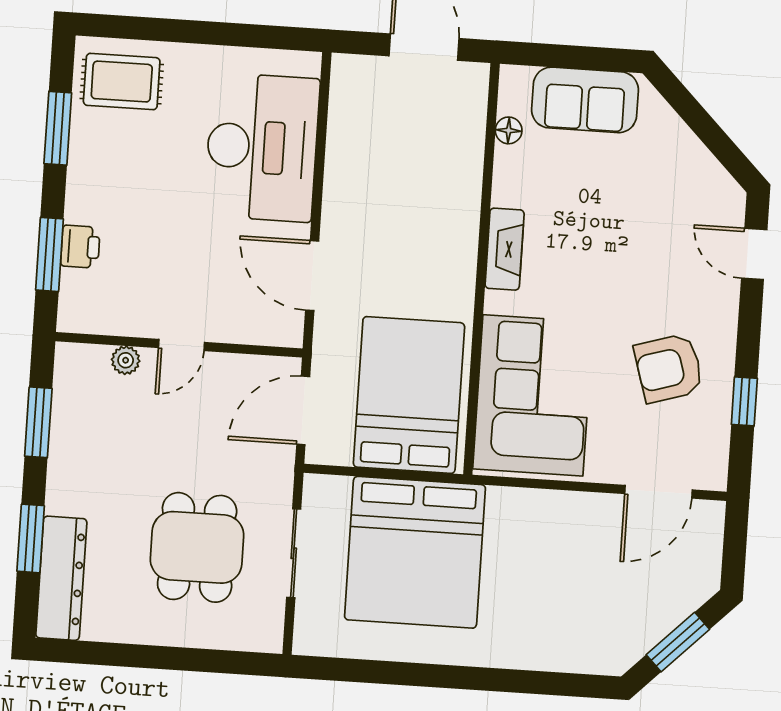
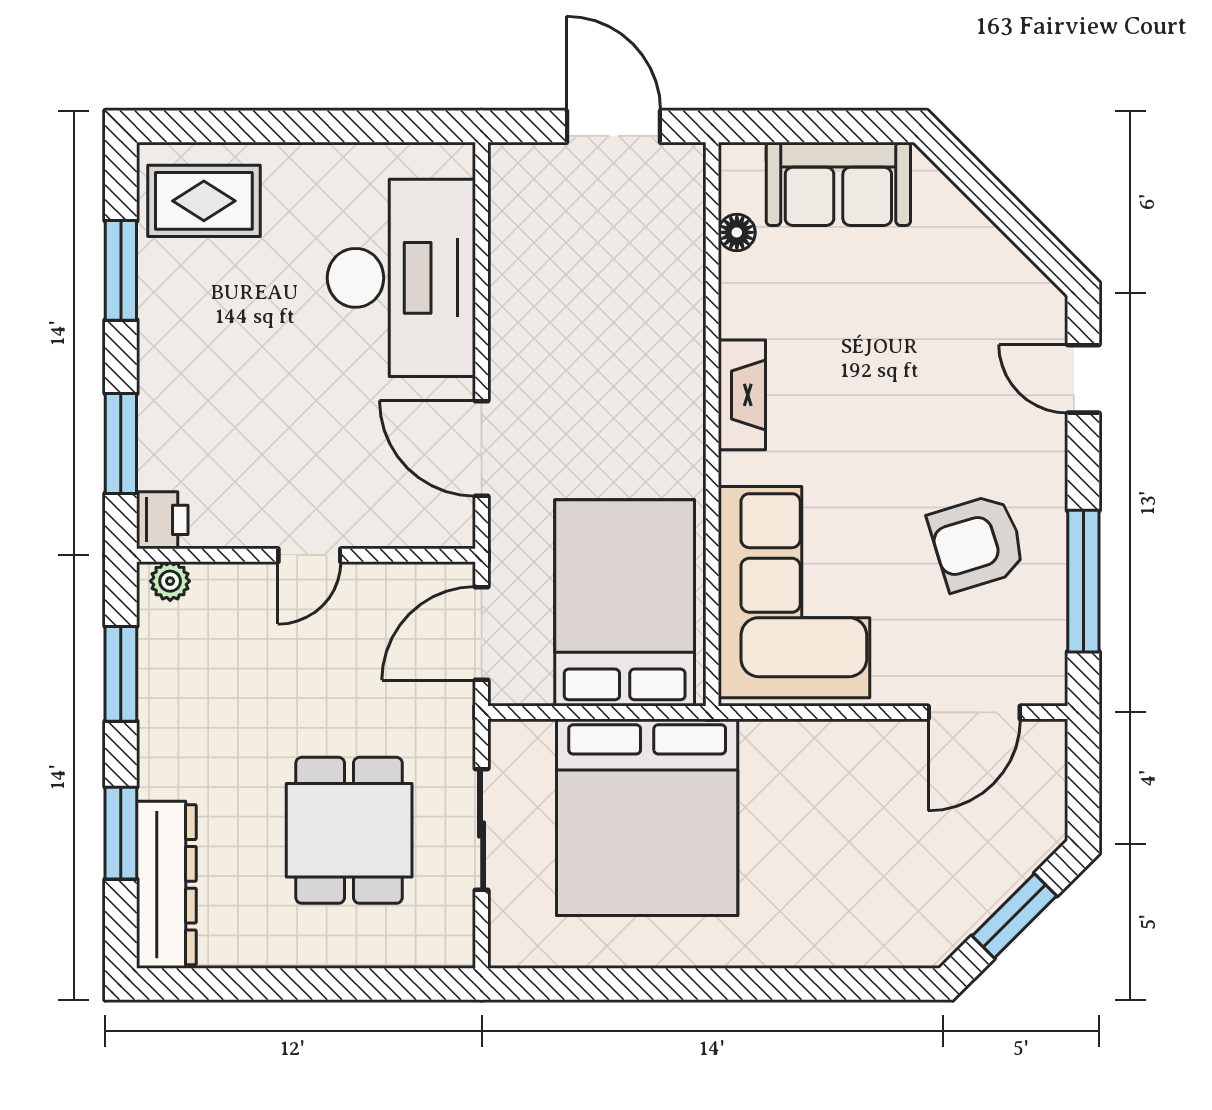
printer: (80, 247) -> (162, 520), moved
plant: (126, 360) -> (170, 581), moved
window: (744, 401) -> (1083, 581), width x2.17

